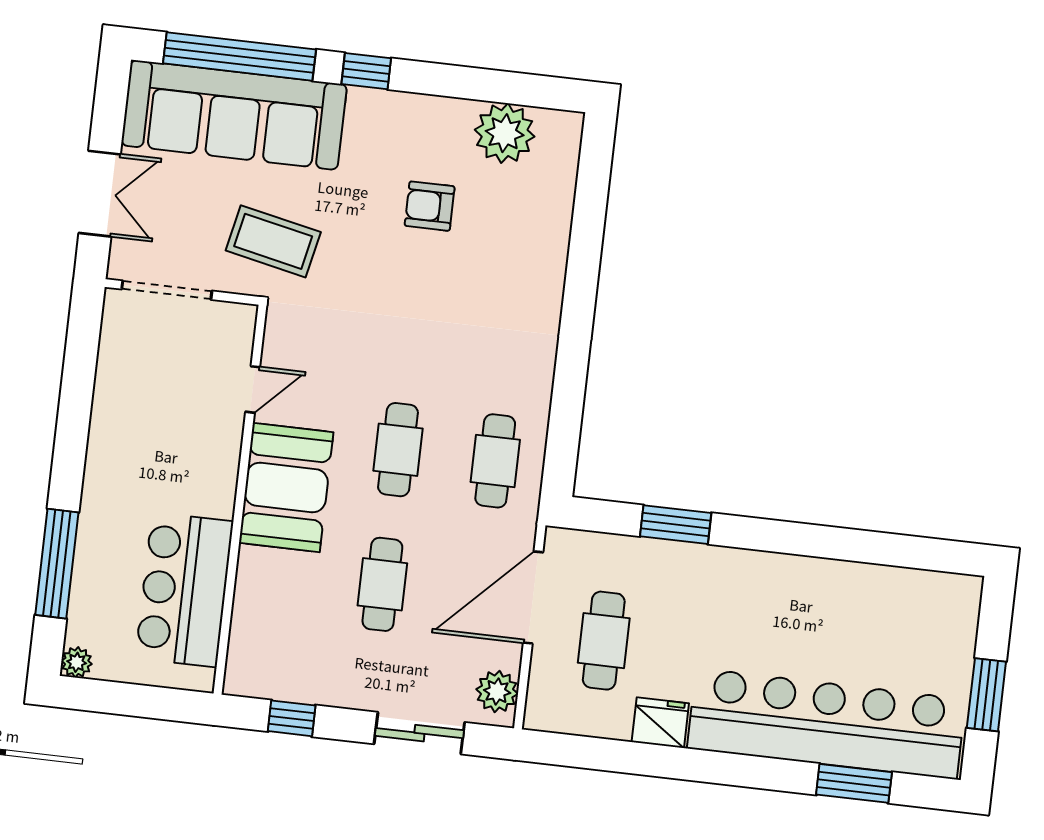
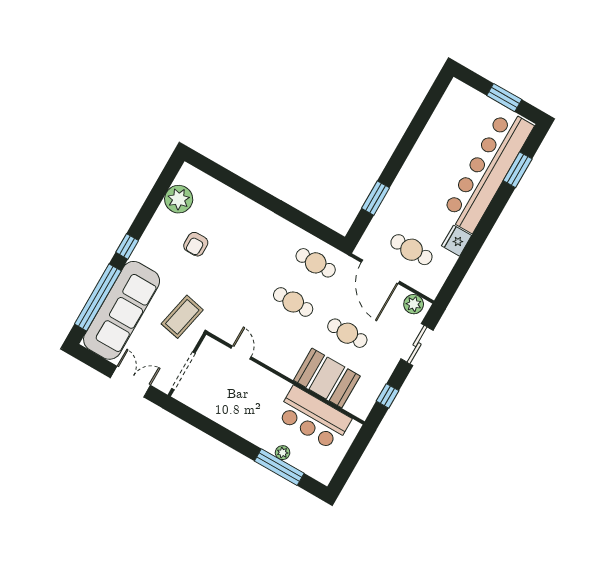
booth: (286, 487) -> (327, 378), moved
plant: (77, 662) -> (283, 453), moved

